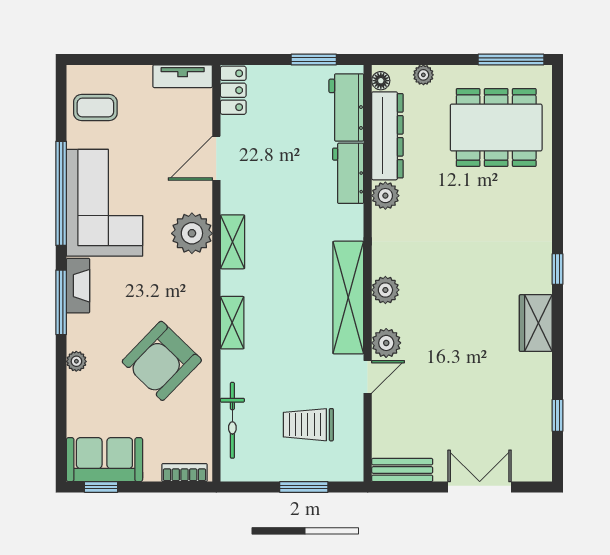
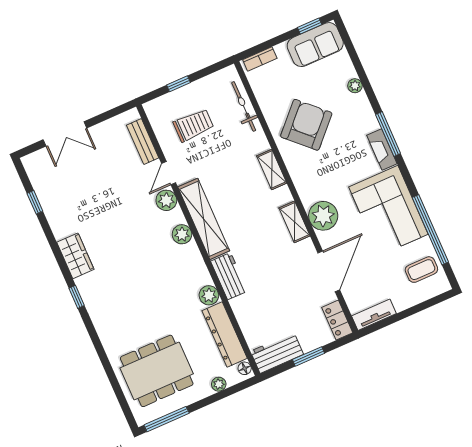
window: (314, 60) -> (309, 356), moved
workbench: (346, 107) -> (277, 353), moved, turned -90
door: (216, 158) -> (329, 271), width x1.36
workbench: (348, 173) -> (229, 276), moved
window: (61, 193) -> (430, 230), moved
plant: (76, 361) -> (355, 86), moved
bench: (402, 470) -> (143, 142), moved, turned 90
window: (304, 487) -> (179, 84), width x0.67

